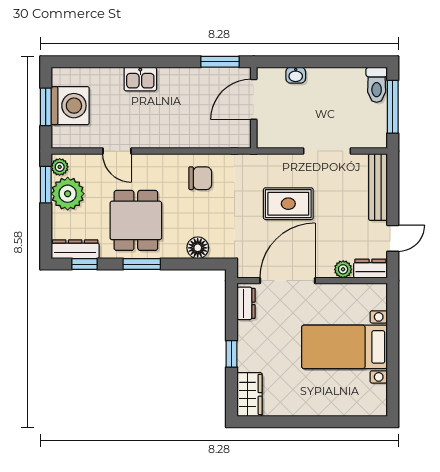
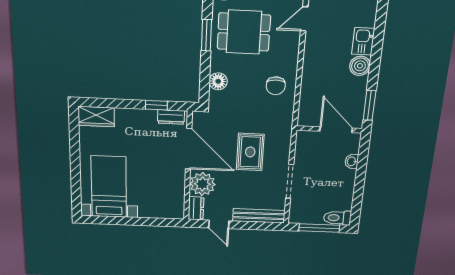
boiler: (170, 79) -> (360, 66), added
plant: (343, 269) -> (202, 184), width x1.87, depth x1.87
bed with nightstands: (344, 347) -> (109, 187), moved
window: (231, 354) -> (156, 105), moved

